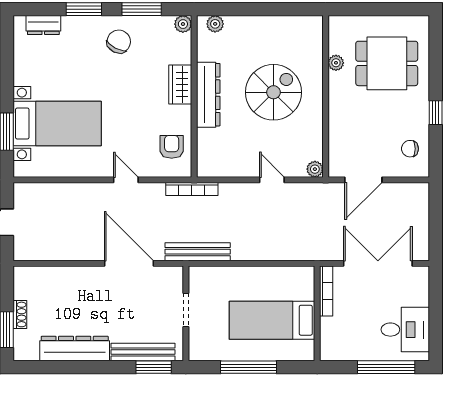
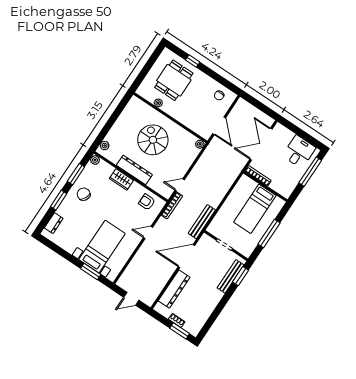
window: (436, 113) -> (193, 61), moved
door: (272, 180) -> (180, 185), moved
dresser: (75, 349) -> (174, 289), moved, turned 180

